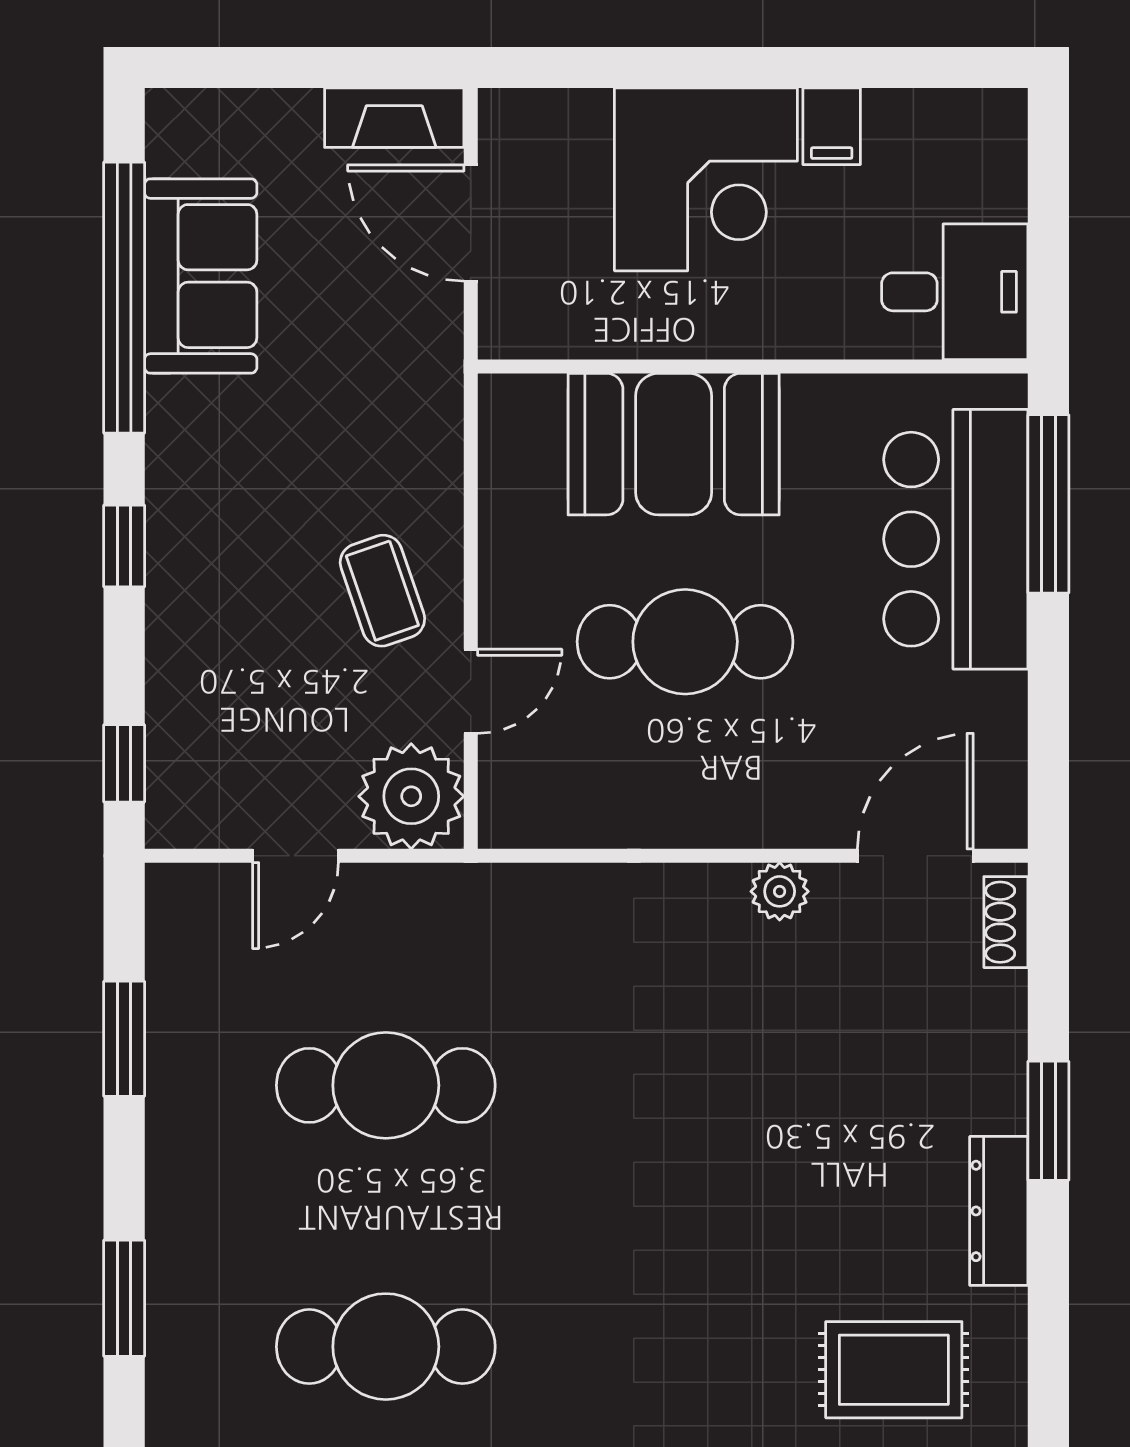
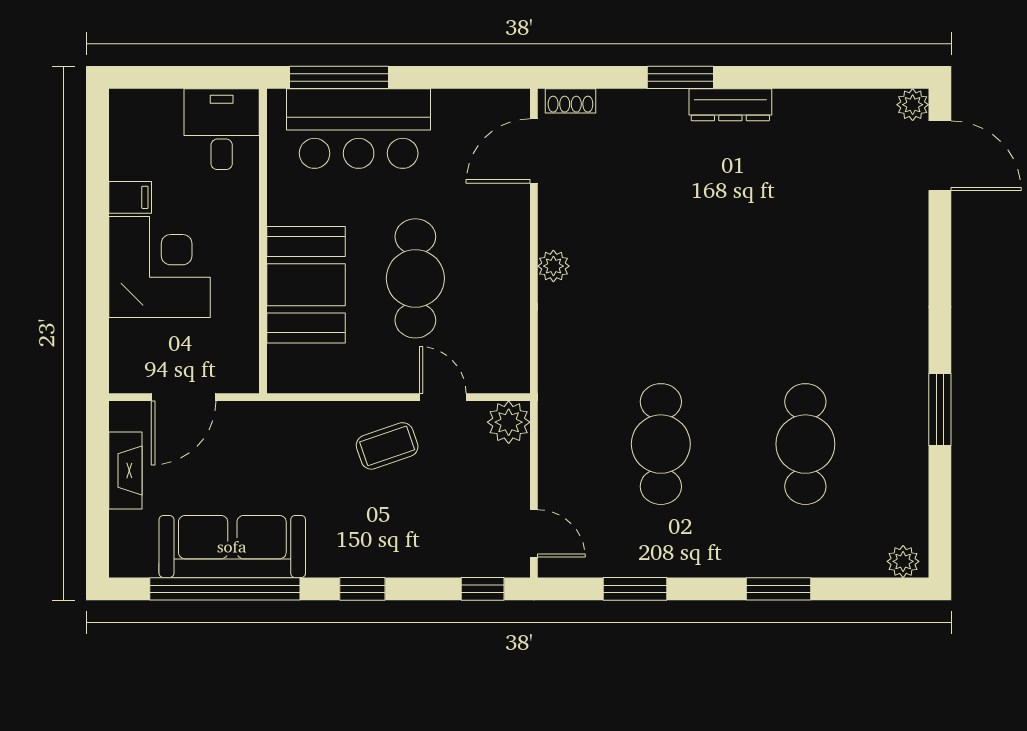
fireplace: (394, 118) -> (125, 470), moved
sofa: (201, 276) -> (232, 546), width x1.36
plant: (411, 796) -> (509, 422), width x0.73, depth x0.73
door: (295, 856) -> (534, 533), moved
door: (915, 856) -> (534, 151), hinge flipped
plant: (780, 891) -> (553, 266), moved
rug: (894, 1370) -> (818, 163), removed

